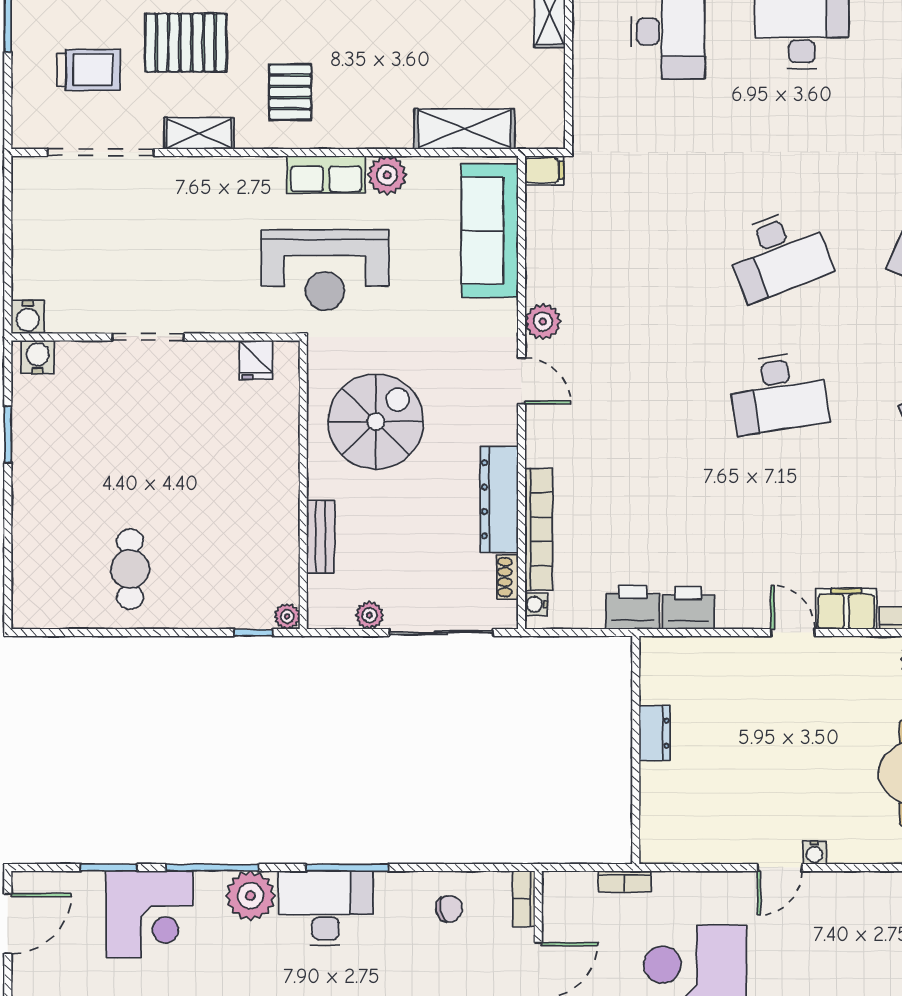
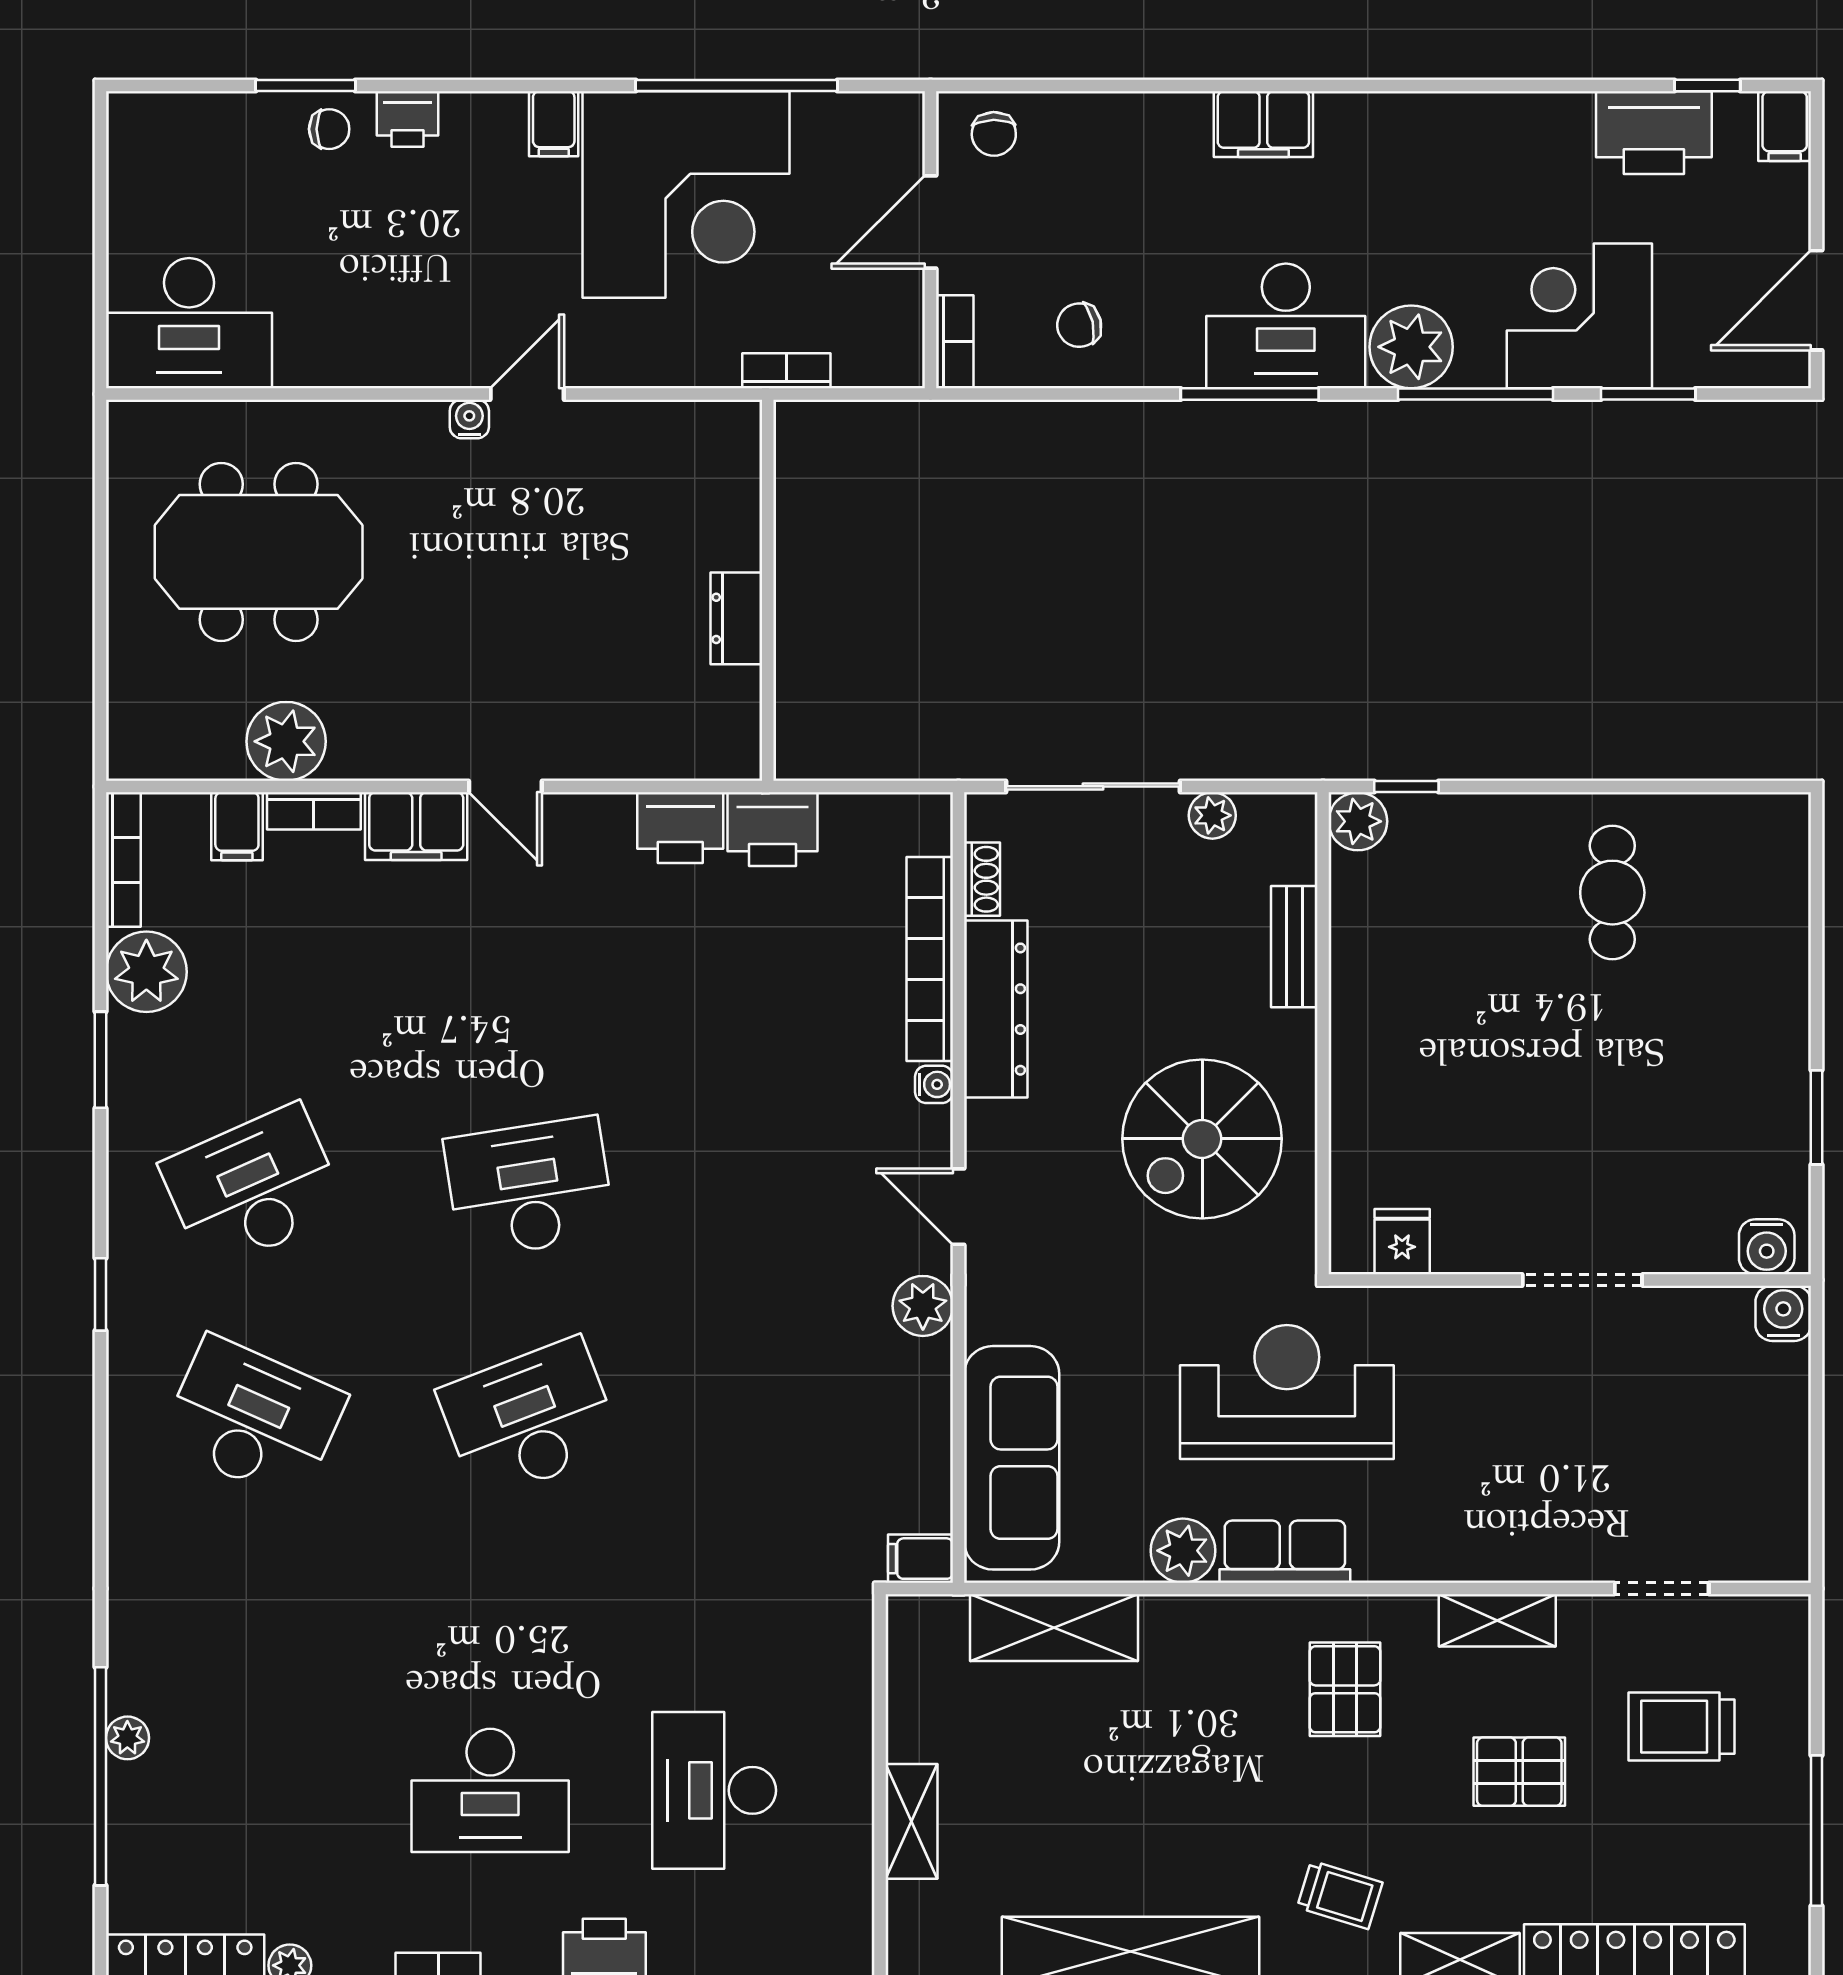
pallet: (186, 43) -> (1519, 1772), width x0.67, depth x0.71
doorway: (101, 152) -> (1662, 1588), width x0.53
water cooler: (536, 604) -> (934, 1084), moved
plant: (287, 616) -> (1358, 821), width x1.38, depth x1.38

